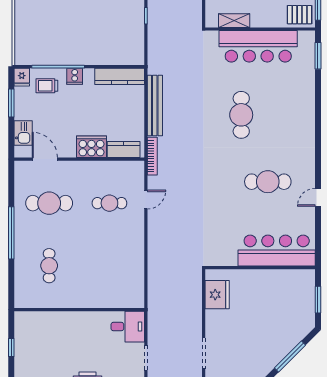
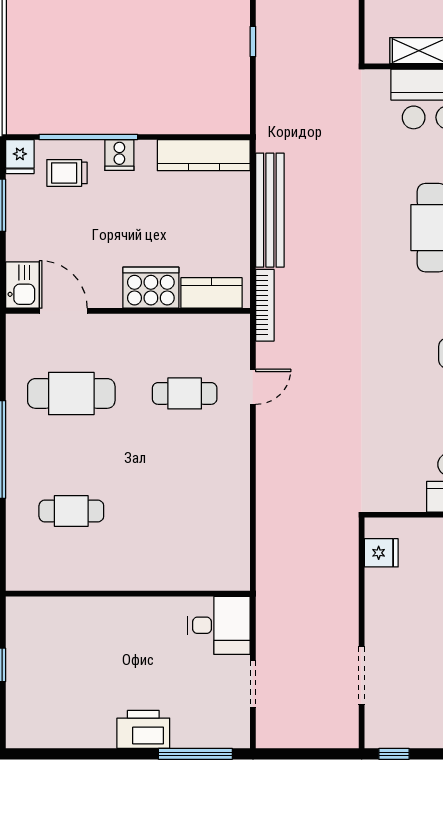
kitchen sink: (23, 133) -> (22, 285), moved
cafe table: (49, 266) -> (71, 511), turned 90
fridge: (217, 295) -> (381, 553), width x0.53, depth x0.75

